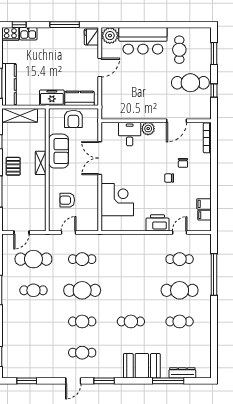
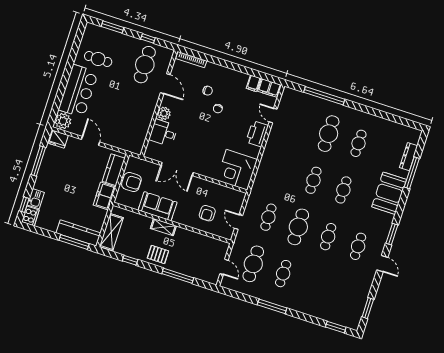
cafe table: (190, 83) -> (145, 65), moved
corner desk: (117, 200) -> (237, 170), moved, turned -90
filing cabinet: (204, 215) -> (269, 88), width x2.00
cafe table: (180, 259) -> (313, 180), moved

